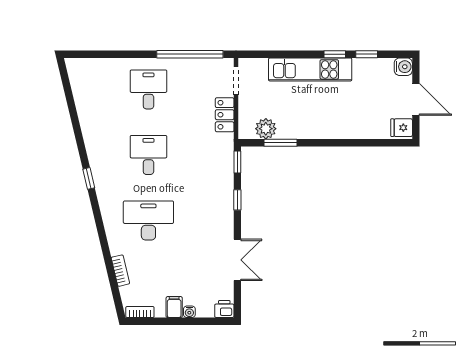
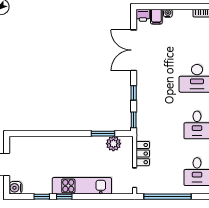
fridge: (402, 128) -> (17, 144), removed
double door: (237, 260) -> (134, 50), width x1.37
filing cabinet: (174, 307) -> (156, 17), moved

